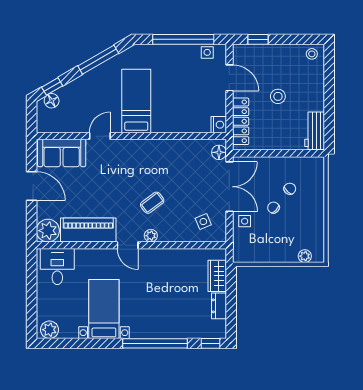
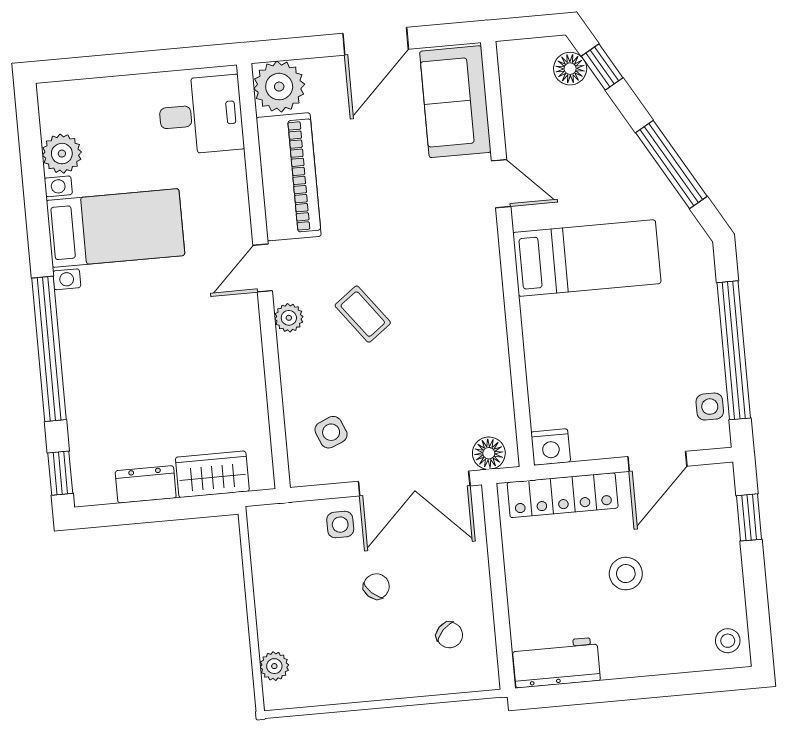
chair: (290, 189) -> (450, 635), moved
plant: (50, 330) -> (62, 154), moved

